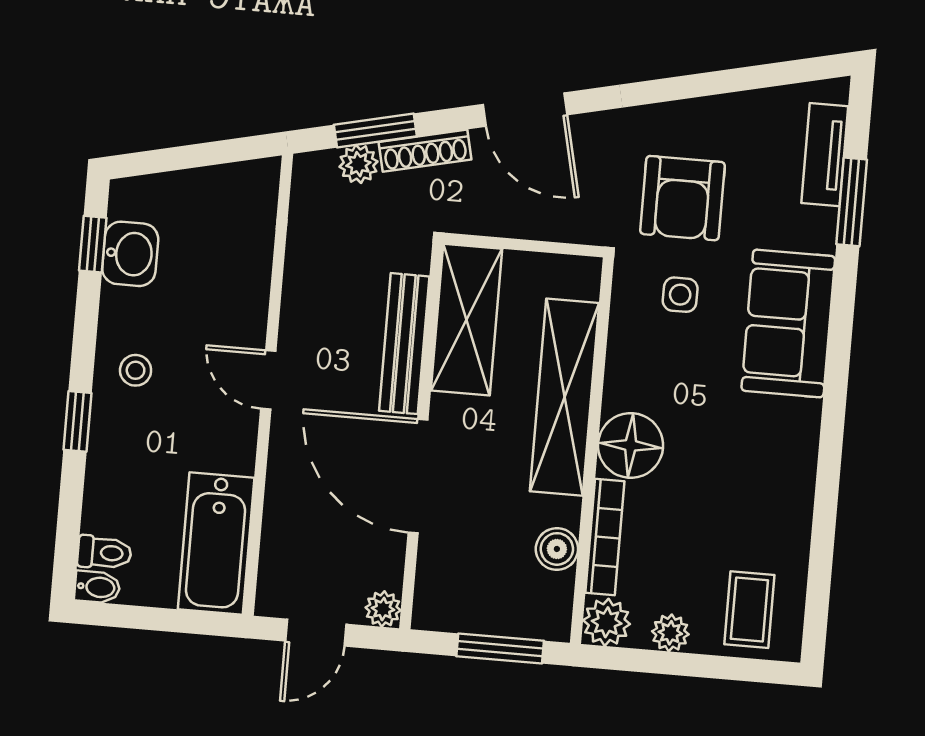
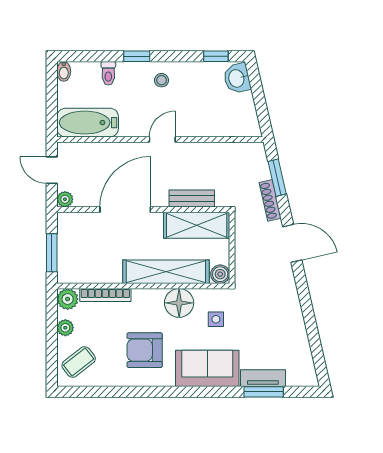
door: (525, 110) -> (292, 243), swing flipped
tv unit: (825, 155) -> (263, 378), moved
plant: (358, 164) -> (262, 171), removed
armchair: (683, 198) -> (145, 350), moved
washbasin: (130, 254) -> (237, 78), moved, turned 77
bench: (404, 344) -> (192, 199), width x0.73
floor lamp: (631, 445) -> (179, 303), moved
boiler: (557, 549) -> (220, 274), moved
toilet: (104, 553) -> (108, 73), moved
coffee table: (749, 610) -> (79, 362), turned -38

